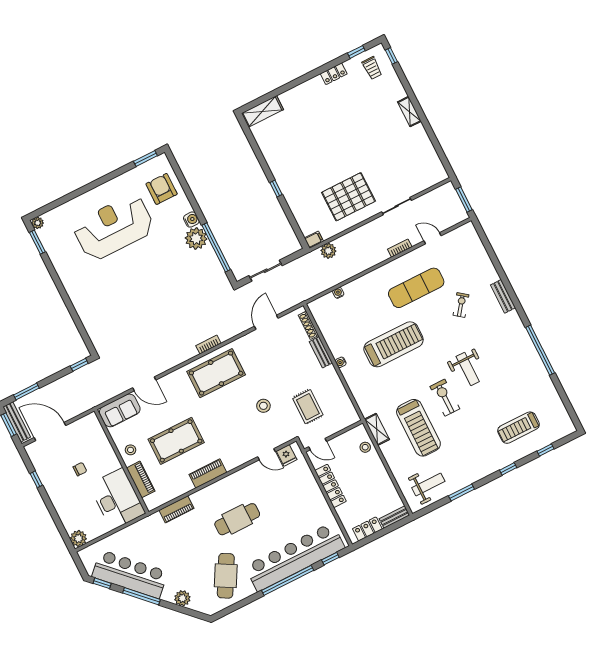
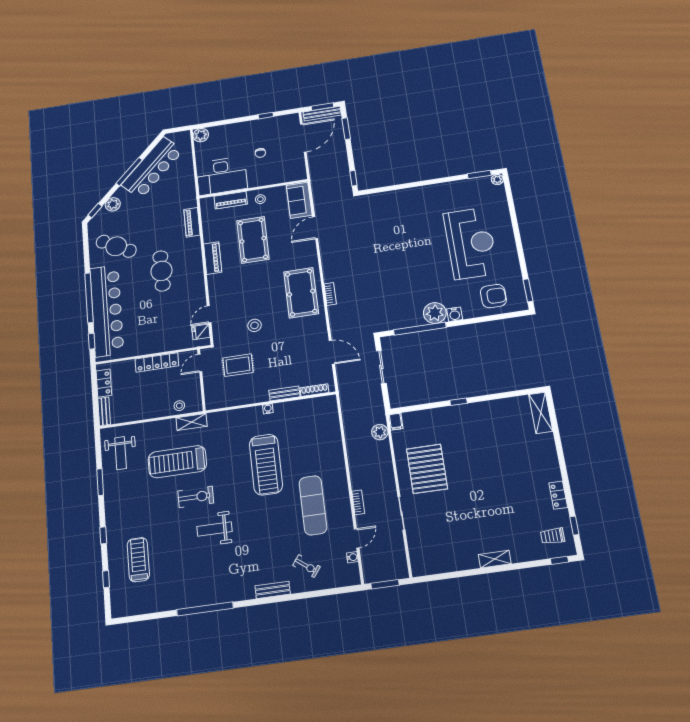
water cooler: (338, 293) -> (352, 557), moved
exercise bike: (461, 305) -> (307, 566), moved
window: (102, 583) -> (95, 211), moved

